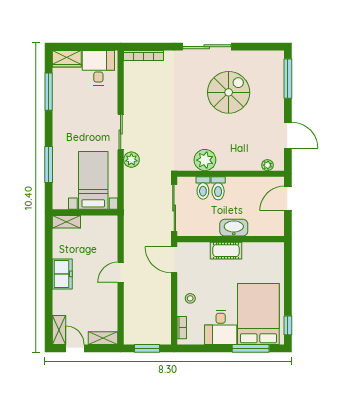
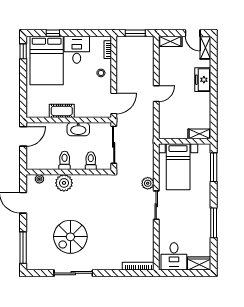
sliding door: (207, 47) -> (73, 273), moved
window: (49, 92) -> (214, 223), moved
plant: (205, 160) -> (64, 183), moved
window: (49, 165) -> (214, 167), moved
toilet: (218, 188) -> (65, 160), moved
door: (288, 198) -> (23, 136), moved
washbasin: (234, 228) -> (78, 129), moved
cot: (226, 251) -> (62, 111), moved
door: (174, 260) -> (114, 104), hinge flipped
freezer: (62, 274) -> (203, 80), moved
window: (251, 348) -> (53, 33), width x0.46

